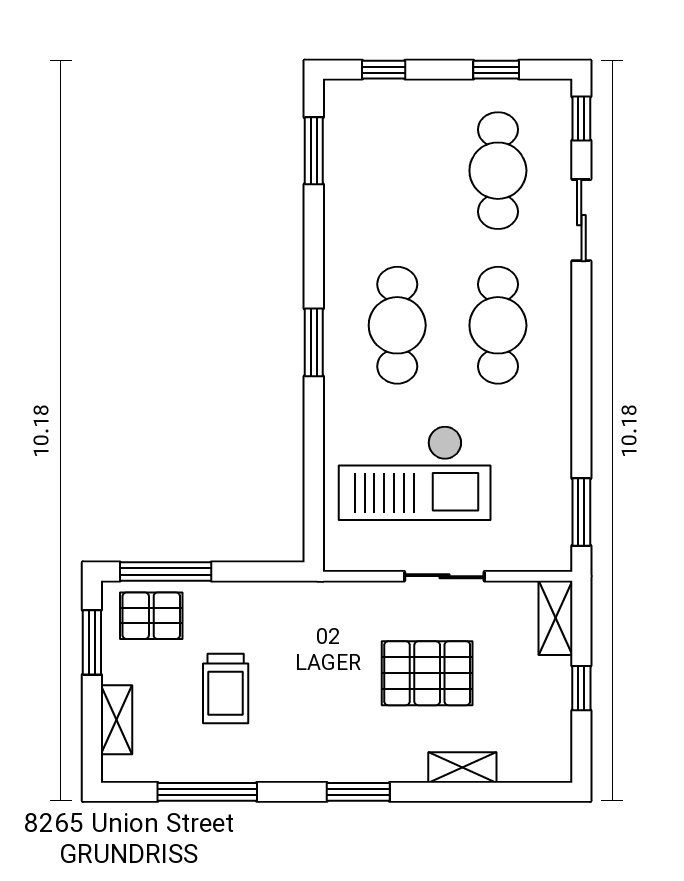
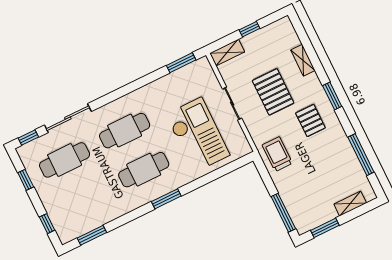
sliding door: (581, 220) -> (68, 118), width x1.37
pallet: (151, 616) -> (310, 120), moved
trolley: (226, 688) -> (277, 154), moved, turned -90

